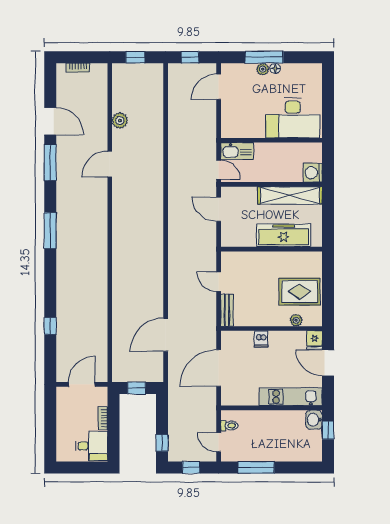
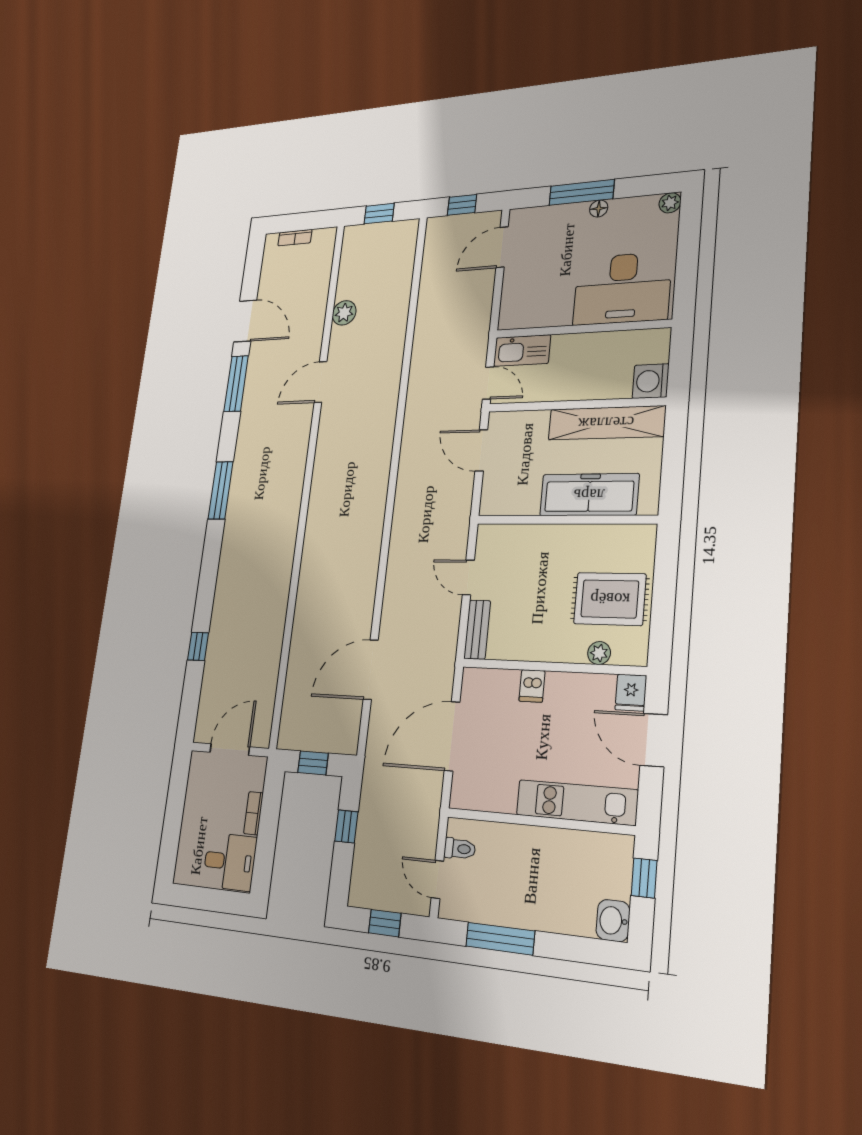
plant: (263, 69) -> (670, 203), moved
washbasin: (314, 420) -> (613, 921), moved
window: (162, 443) -> (346, 826), moved

